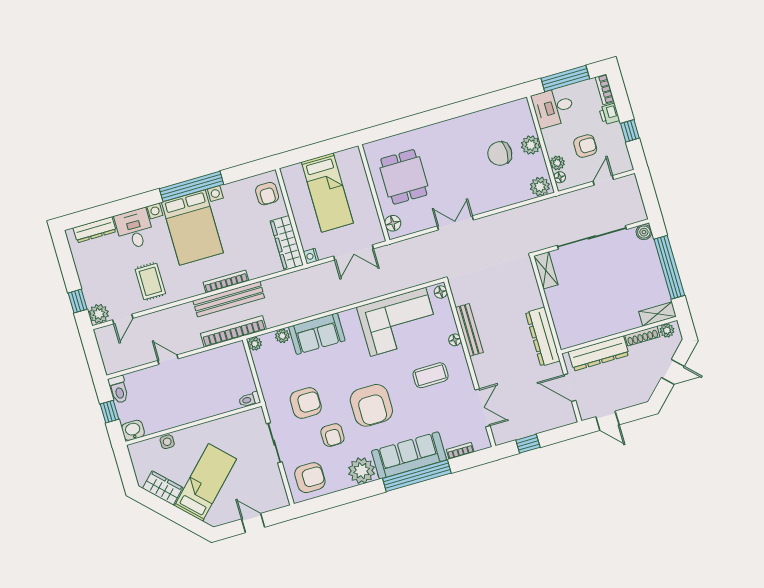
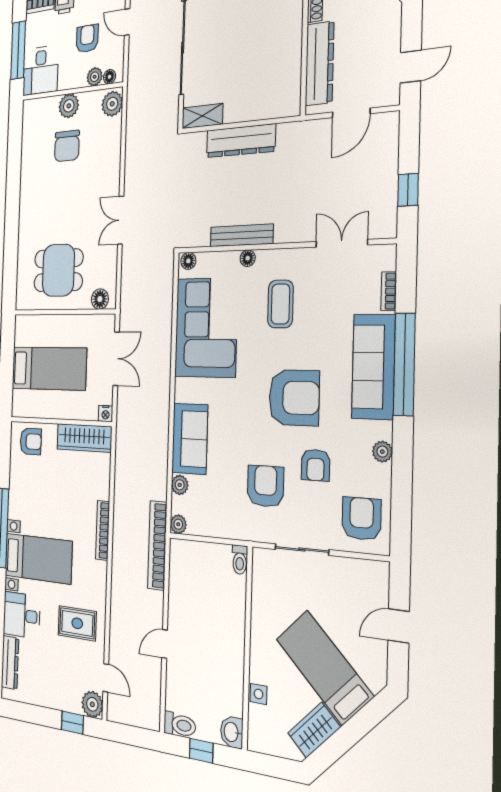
bed with nightstands: (192, 228) -> (38, 558), width x0.73
bench: (229, 299) -> (122, 536), removed
dresser: (543, 337) -> (241, 141), moved
armchair: (332, 435) -> (316, 465), turned 90
plant: (362, 471) -> (382, 452), width x0.53, depth x0.53

